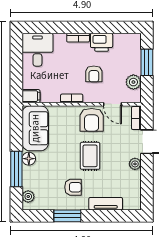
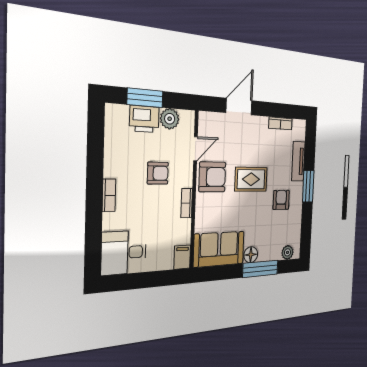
printer: (102, 42) -> (144, 119), moved, turned 90
bookcase: (136, 118) -> (280, 123), moved
plant: (135, 164) -> (262, 124), removed
window: (67, 216) -> (308, 186), moved

